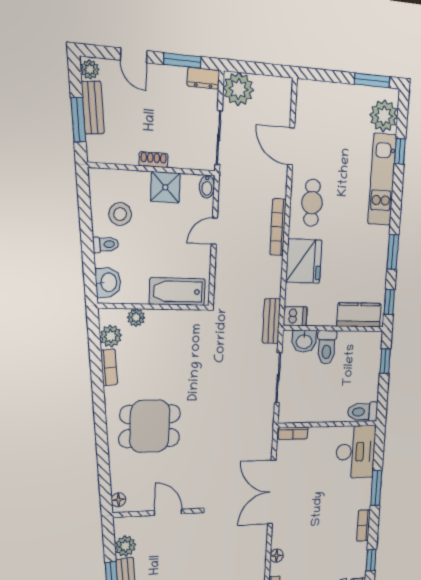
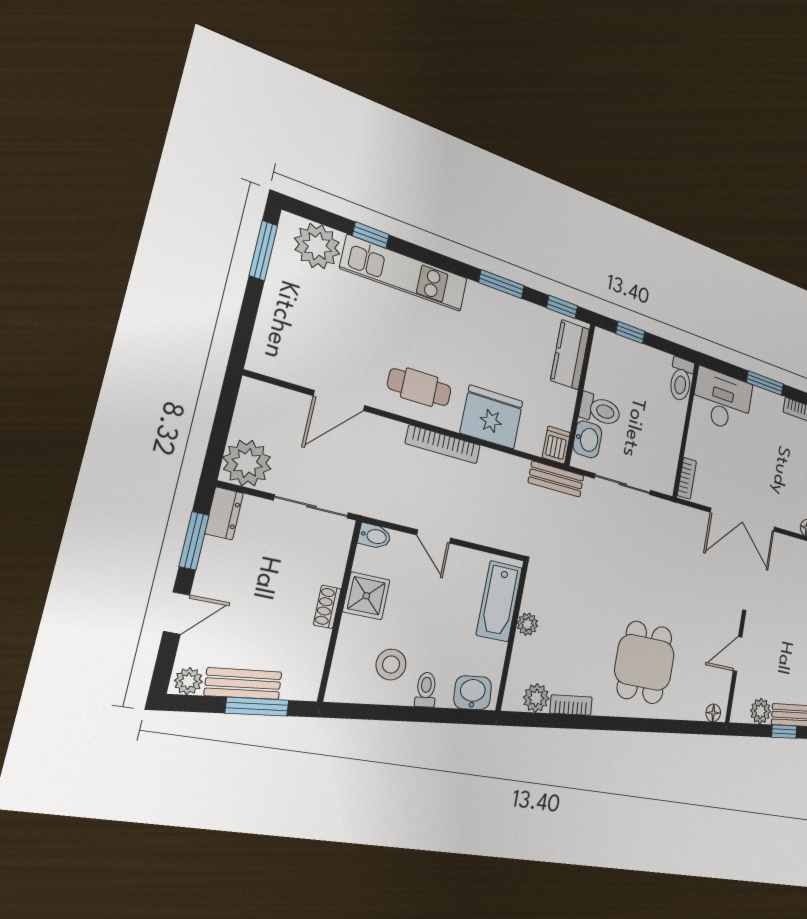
plant: (136, 317) -> (527, 624), moved

